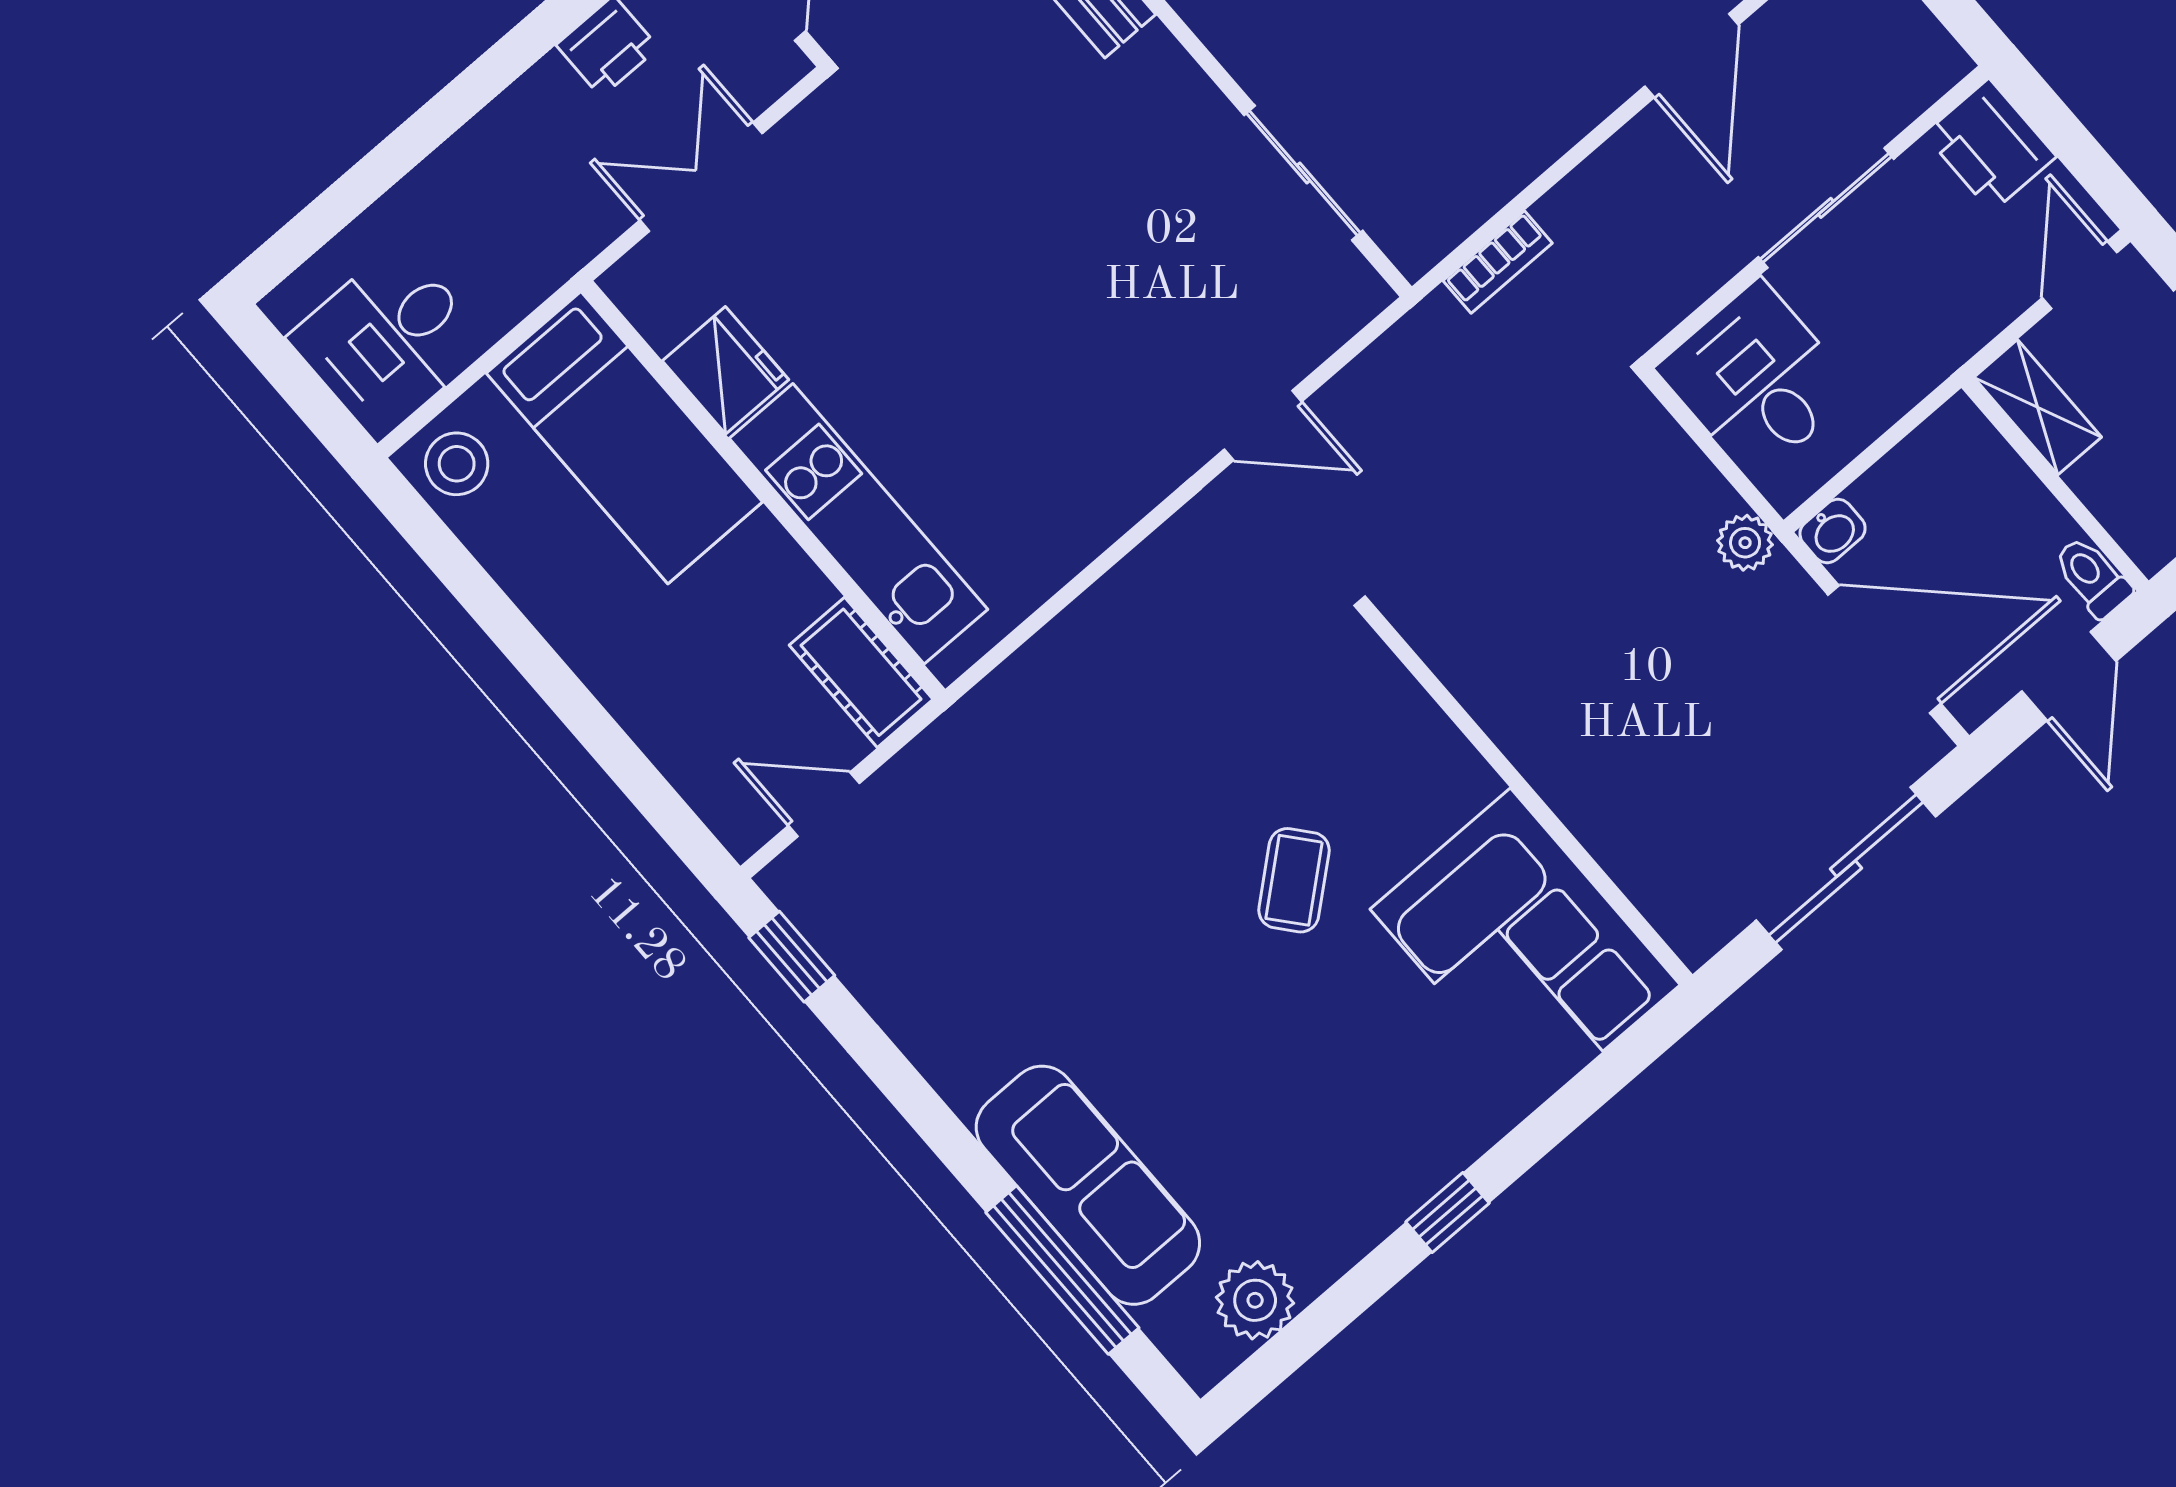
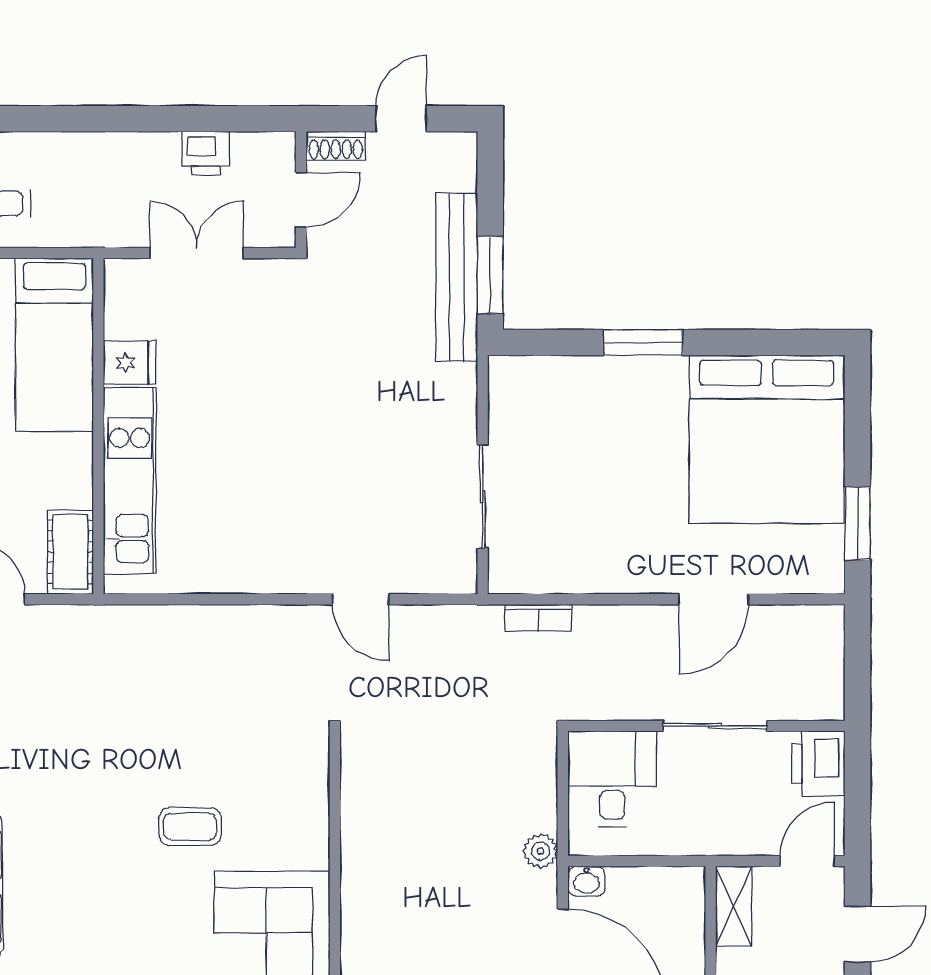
fridge: (725, 370) -> (130, 363), width x0.72
coffee table: (1294, 880) -> (190, 827), turned 40

